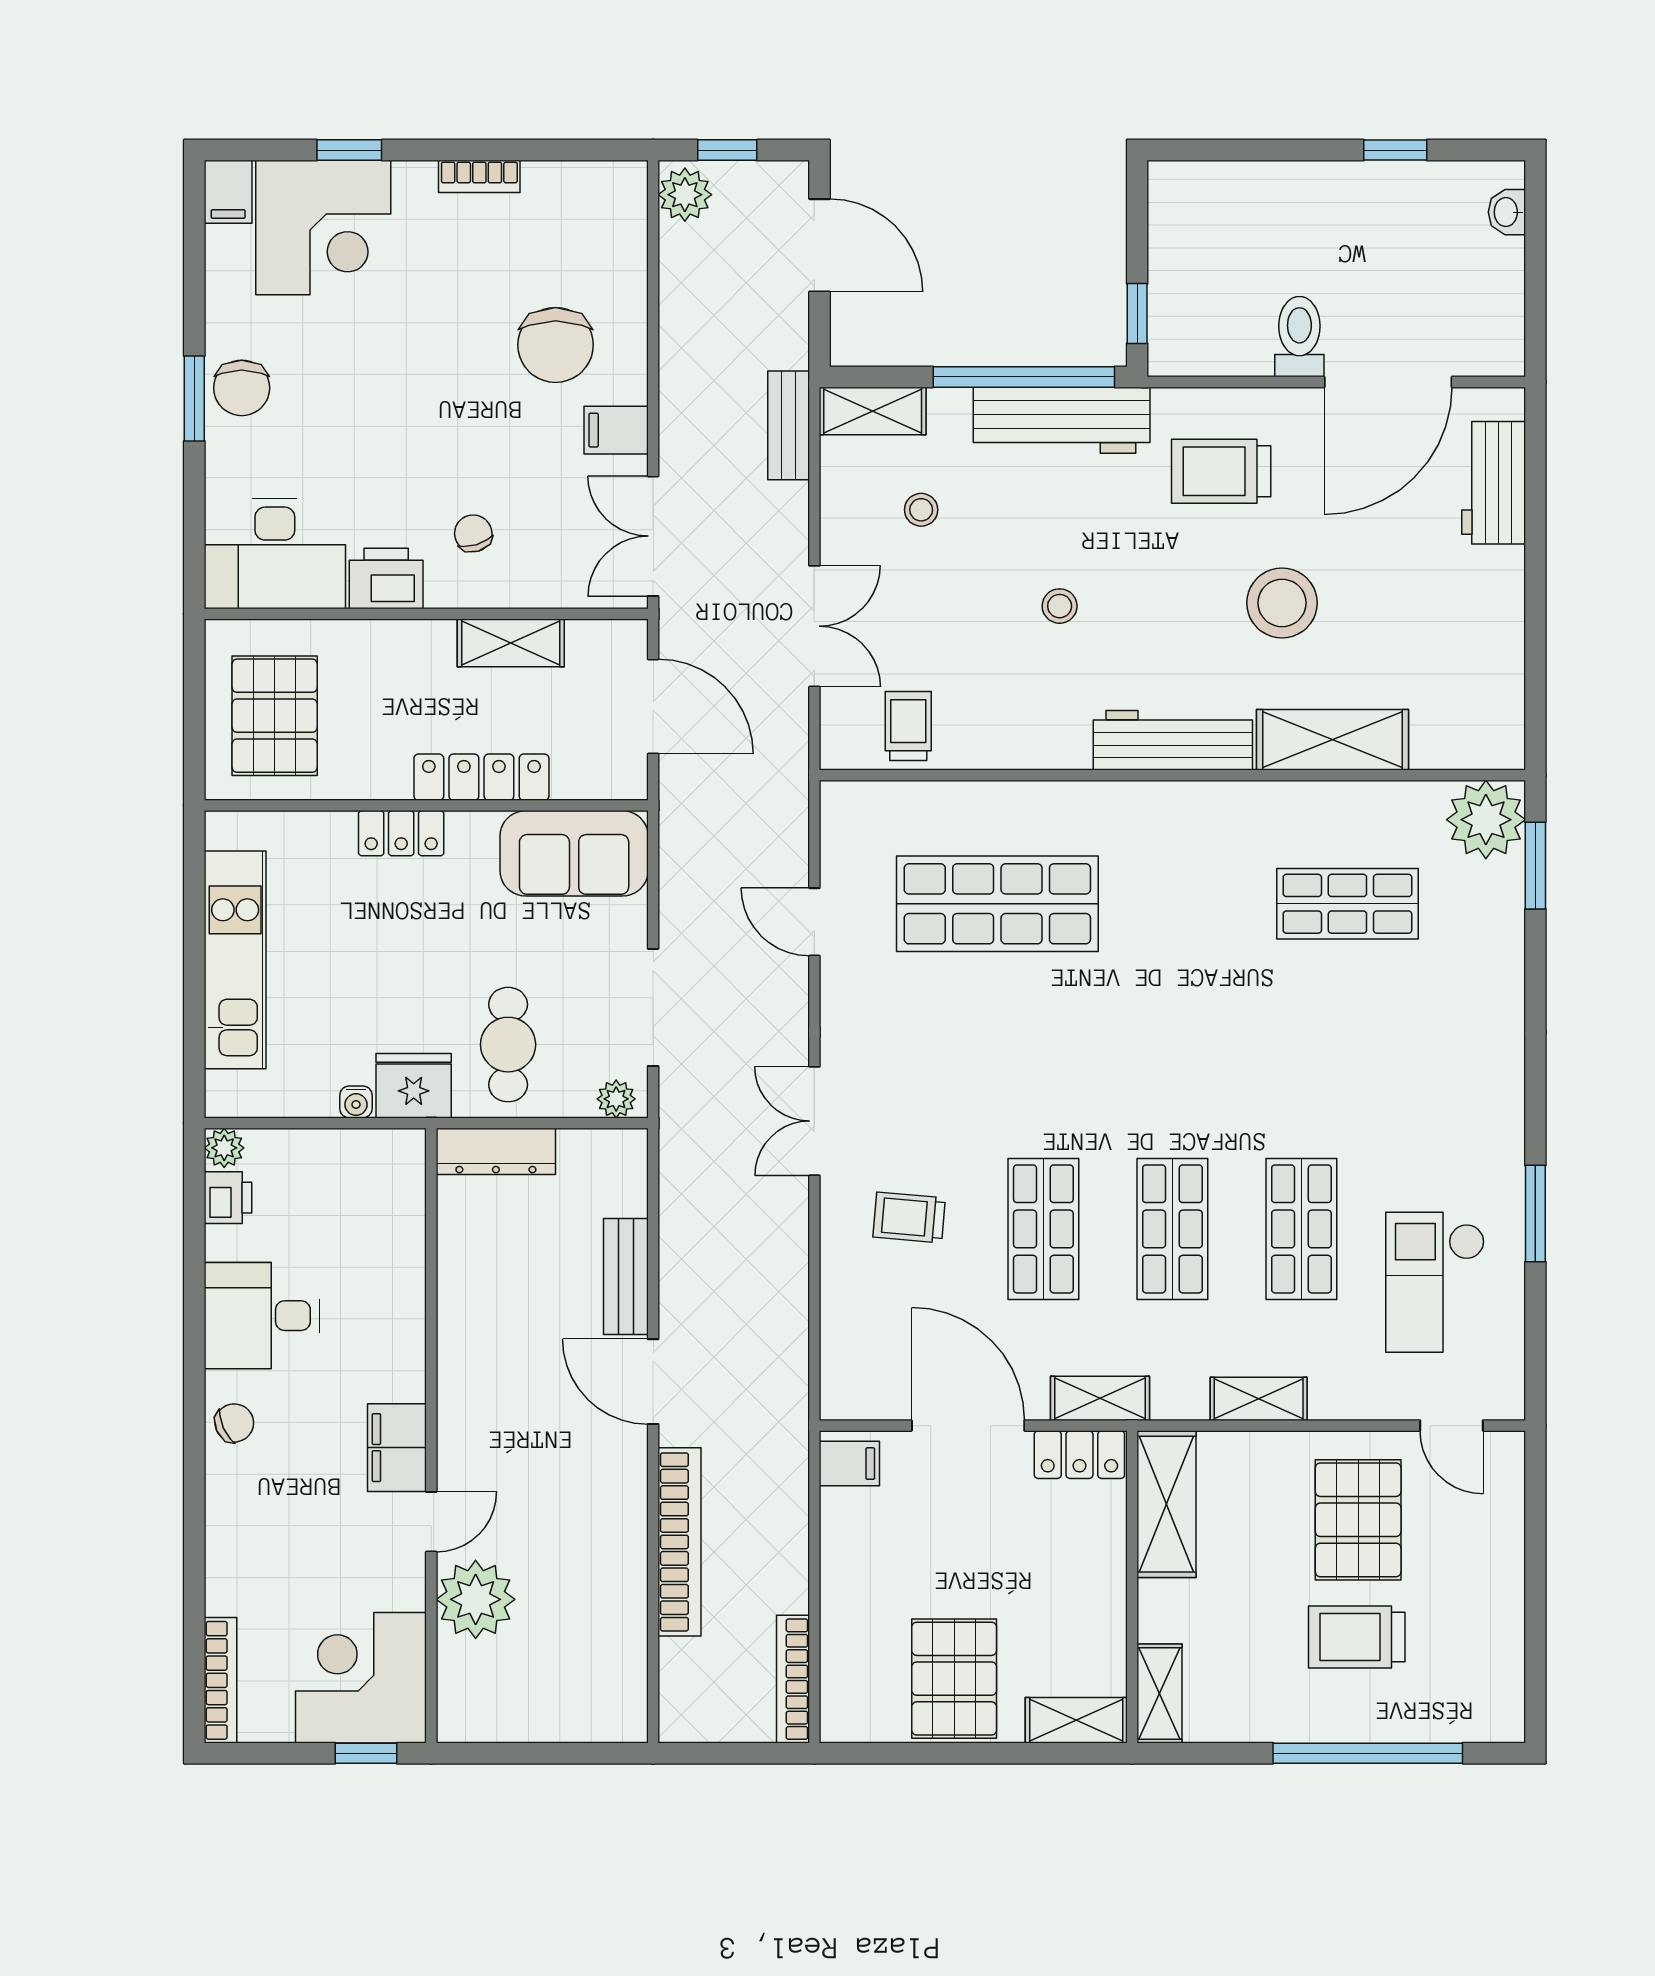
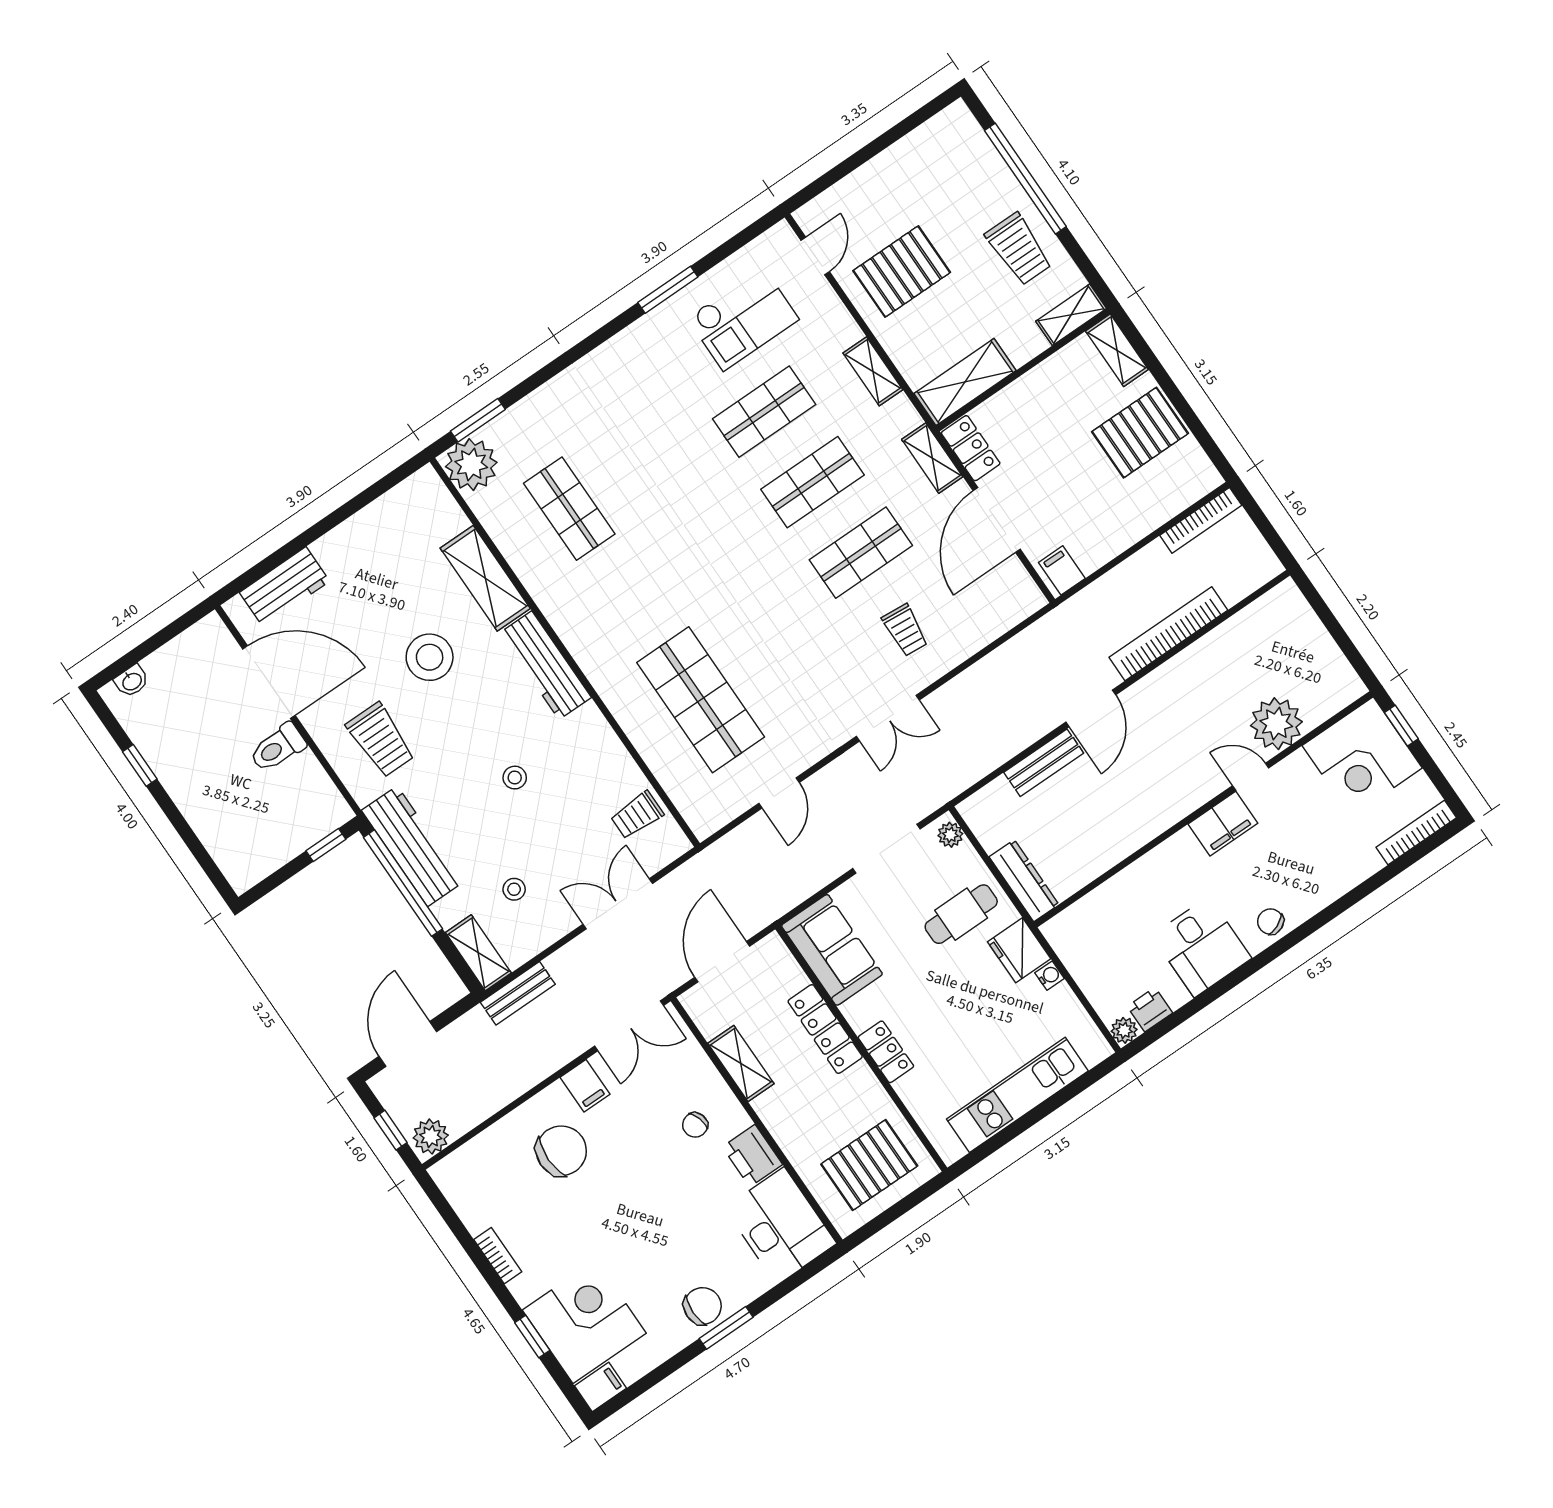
trolley: (1357, 1637) -> (1019, 249), moved

